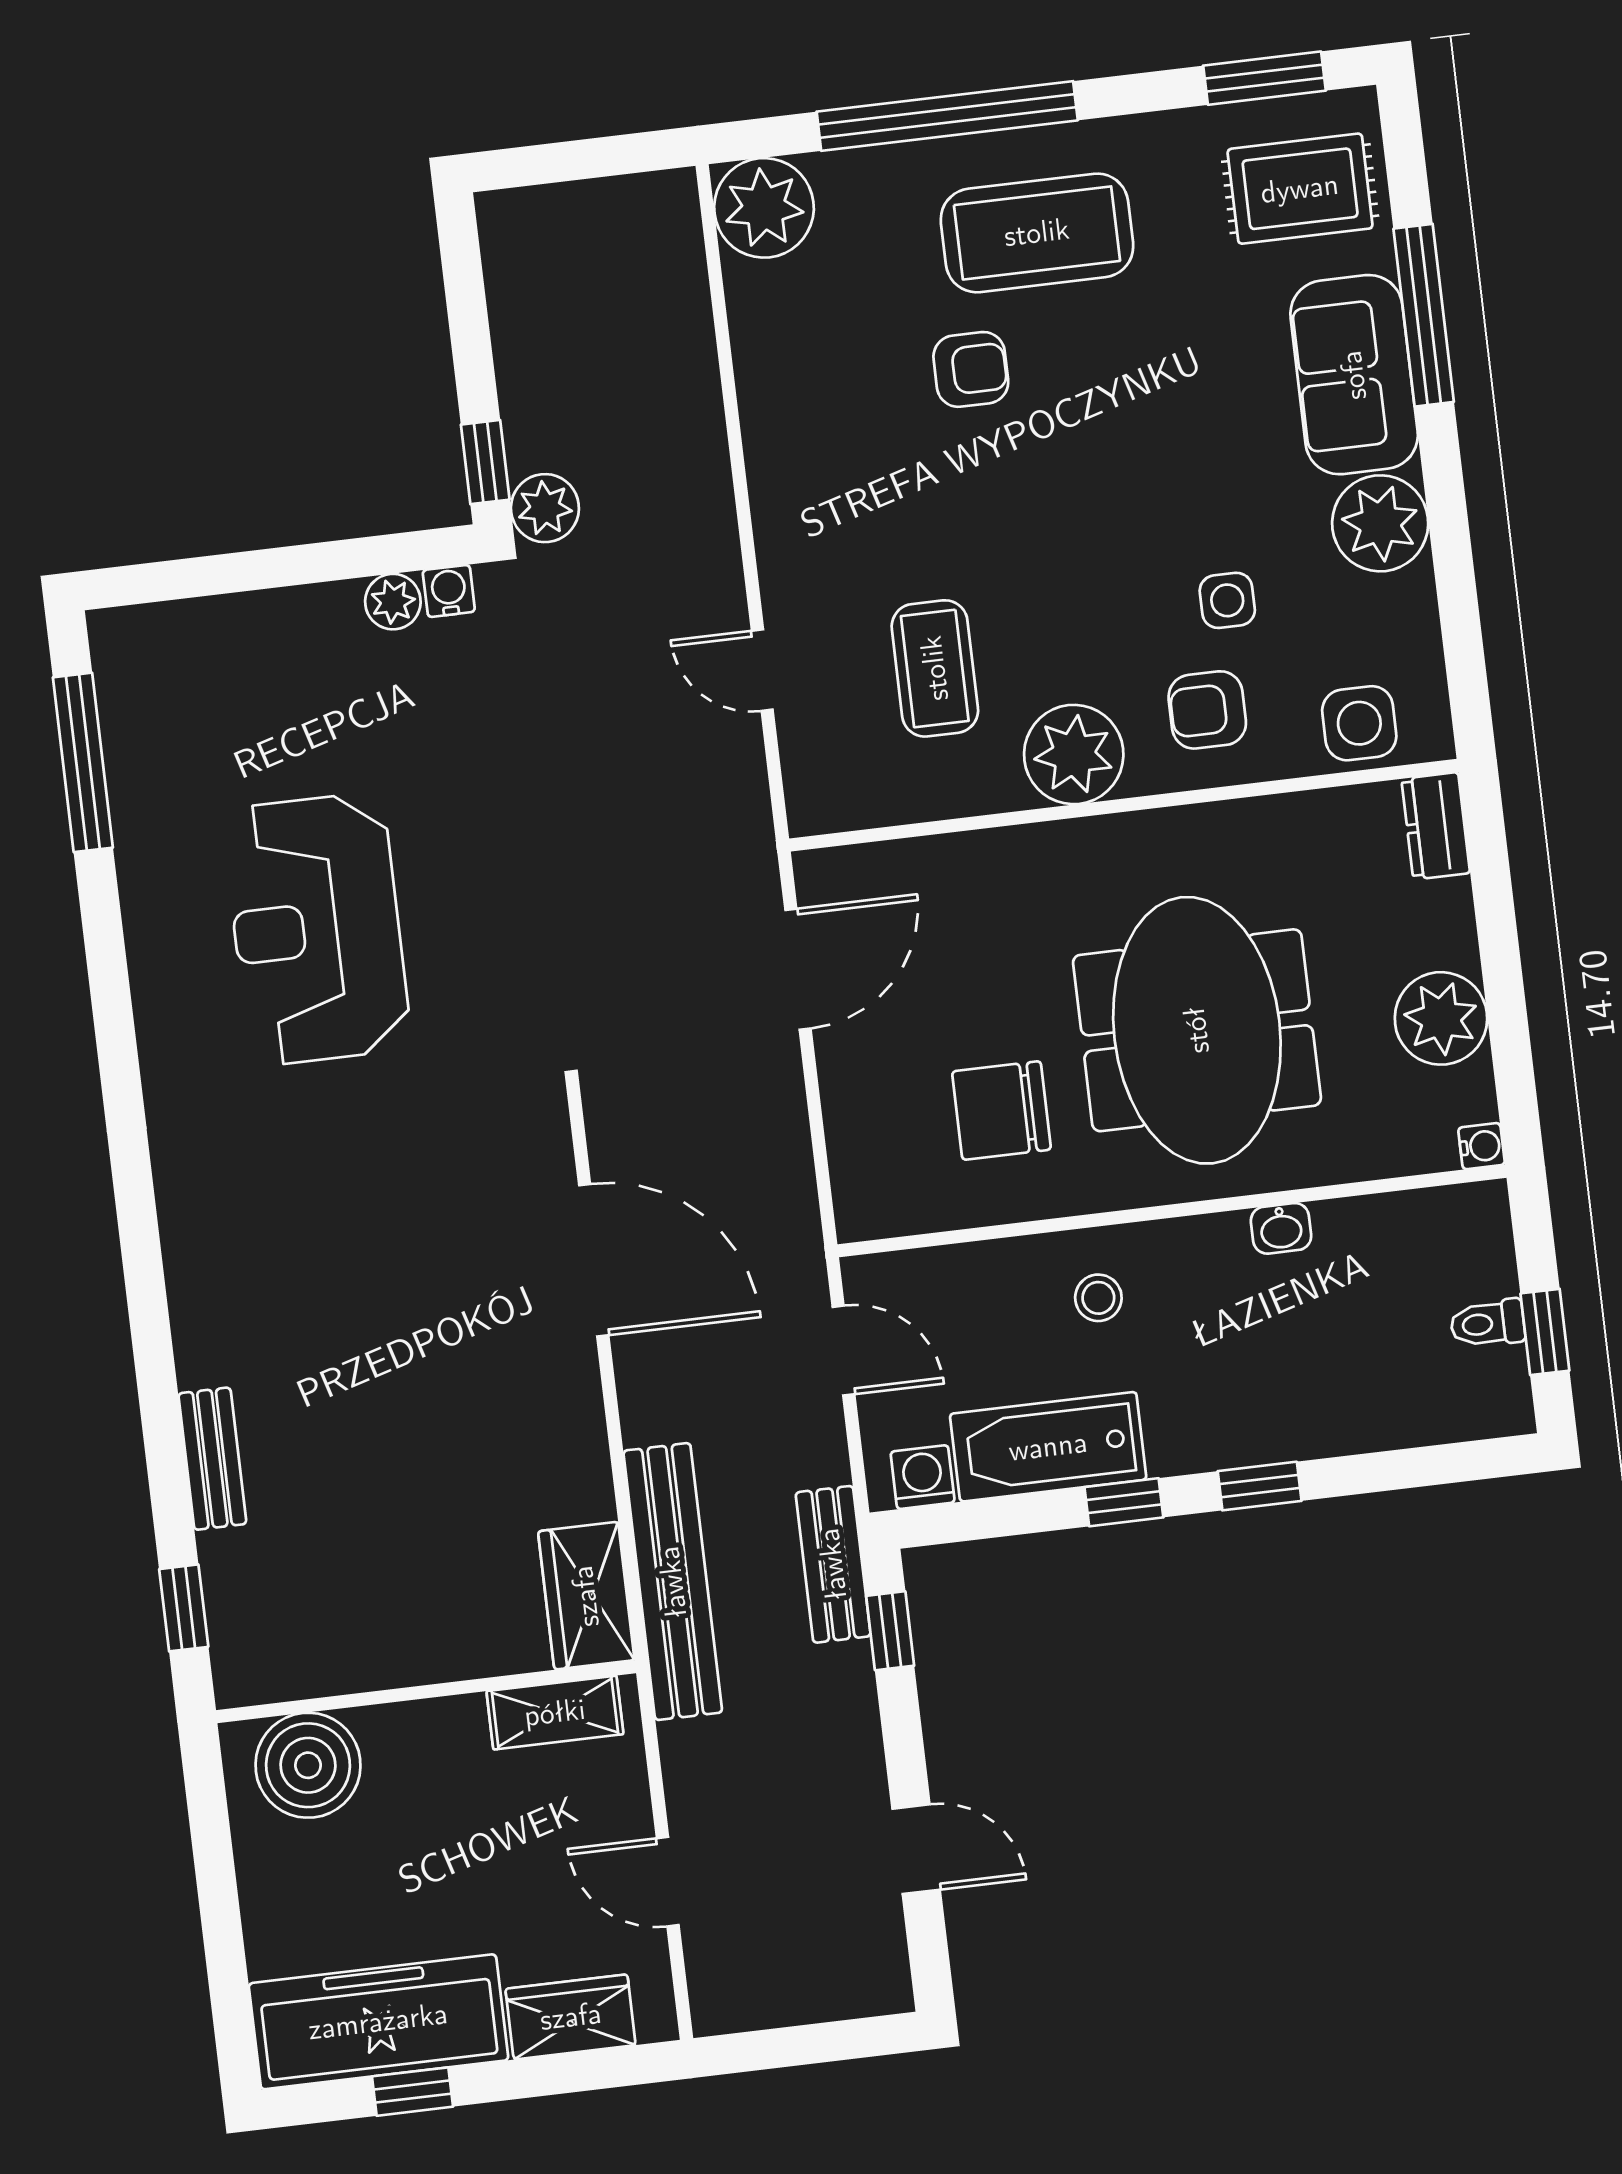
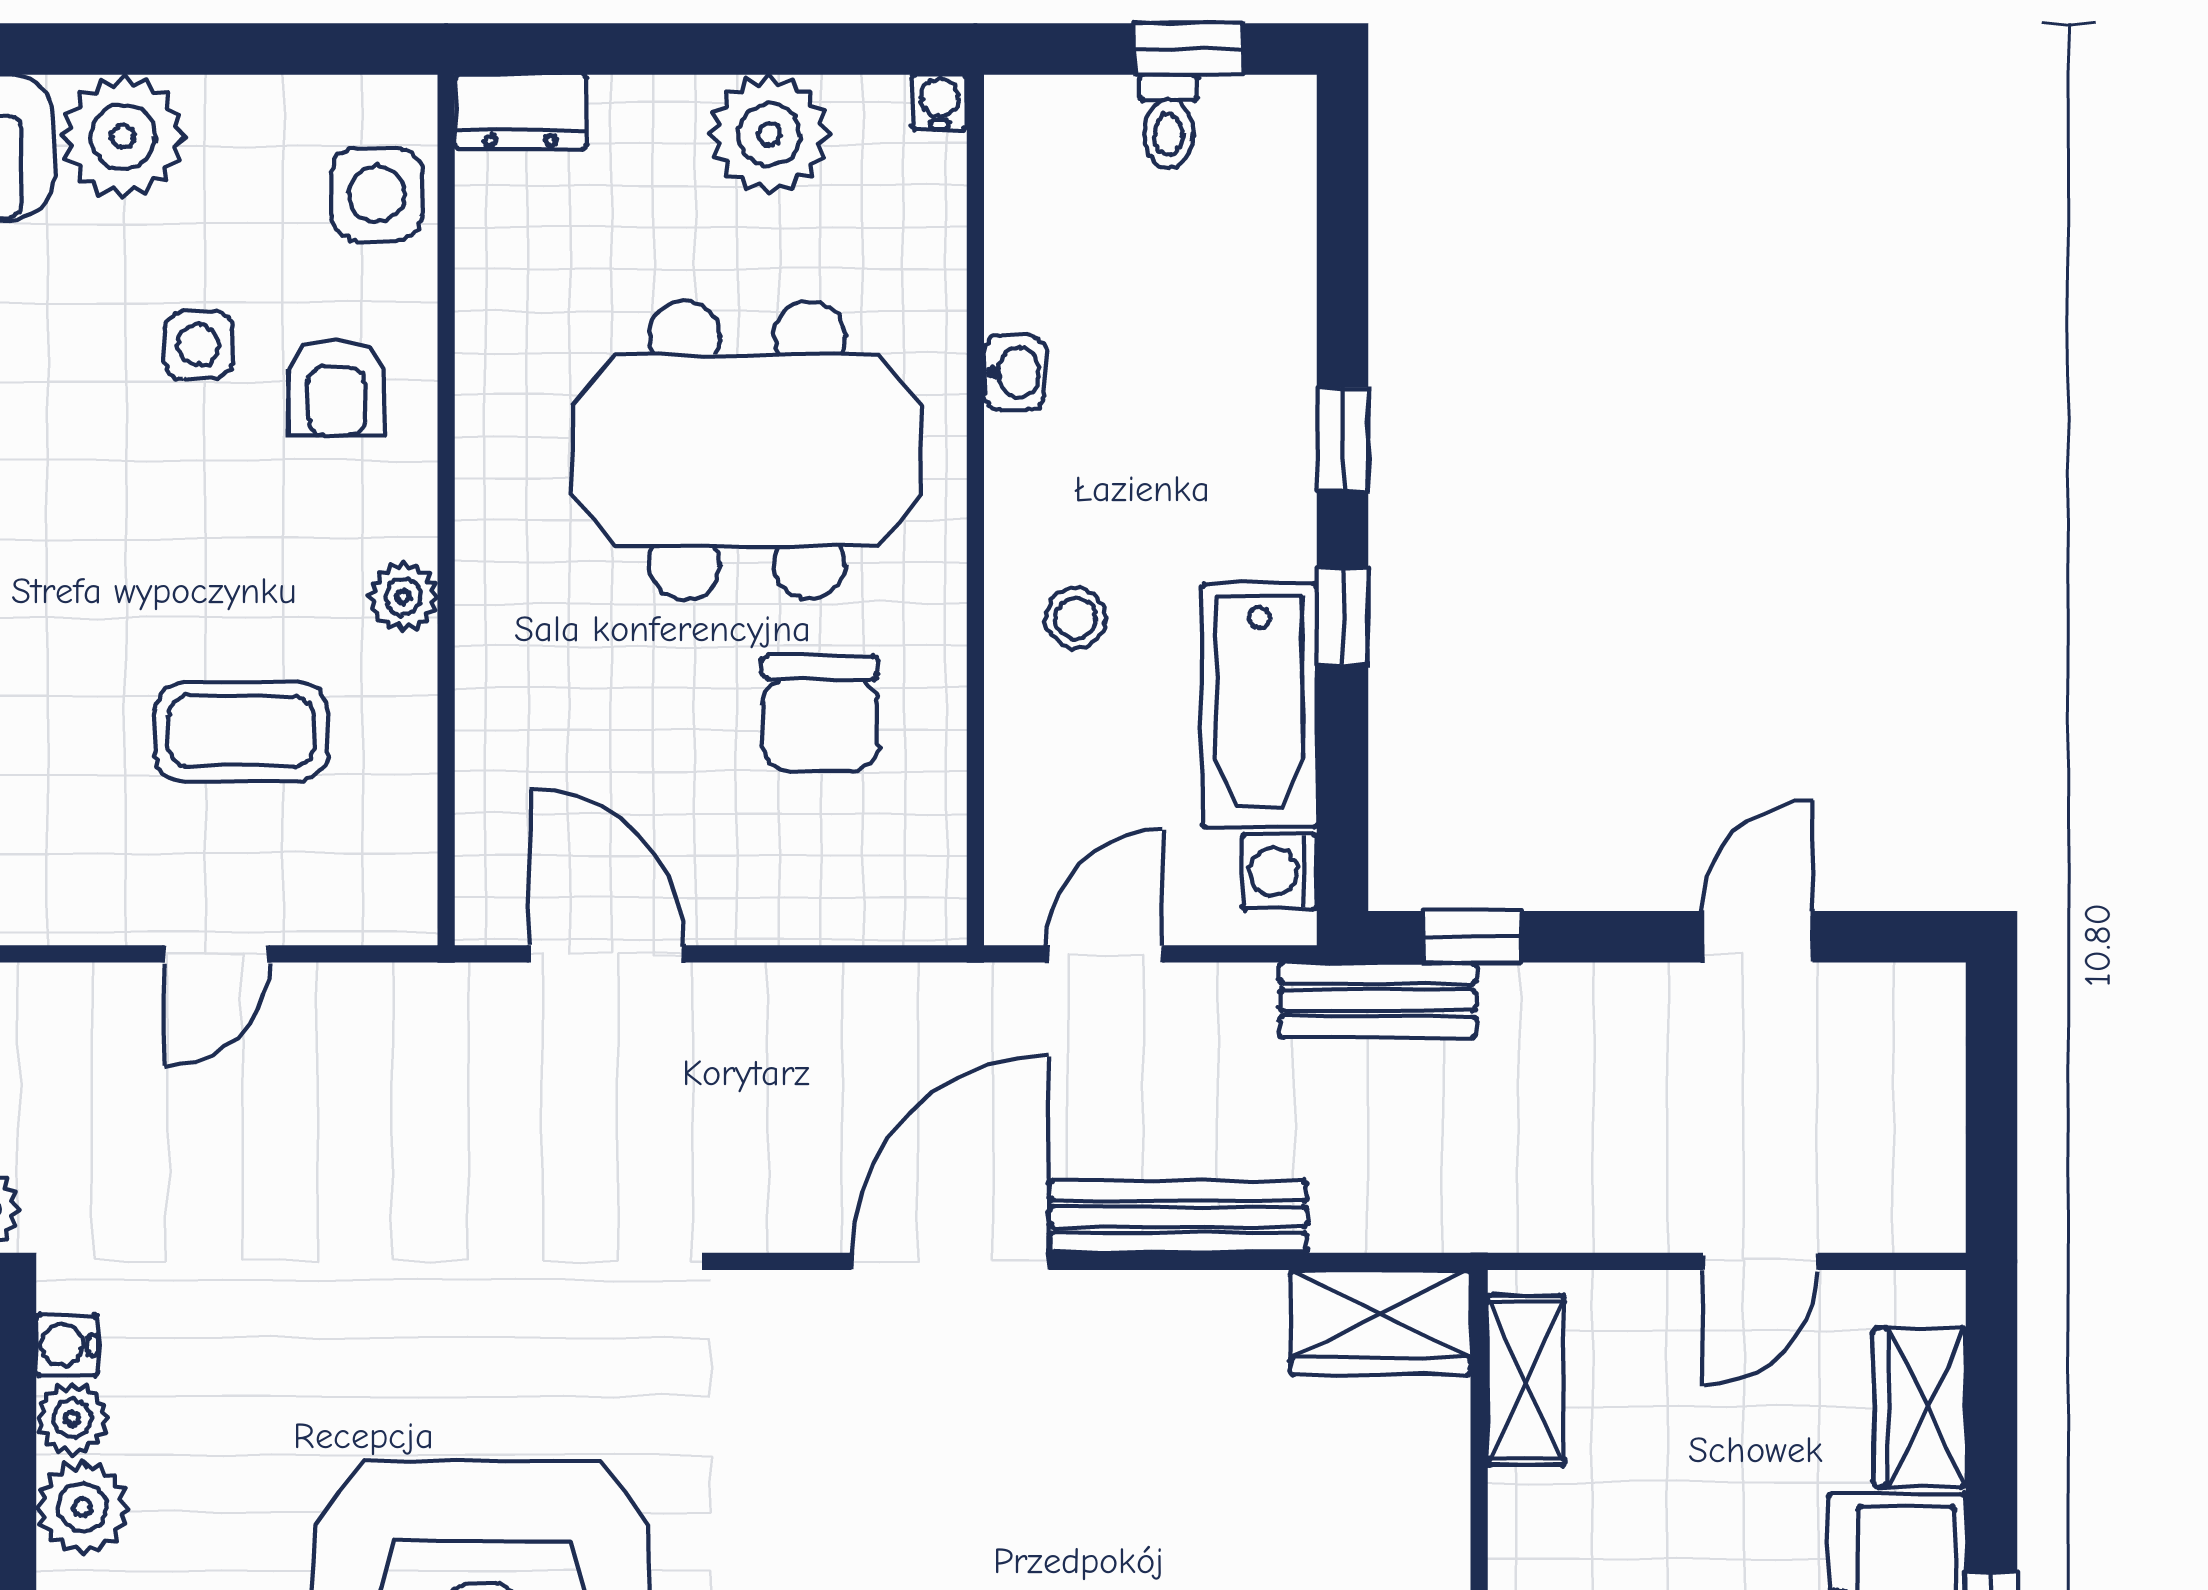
plant: (326, 618) -> (83, 1508), added
plant: (1074, 754) -> (403, 596), width x0.53, depth x0.53
bench: (673, 1582) -> (1178, 1217), moved, width x0.73, depth x0.82

